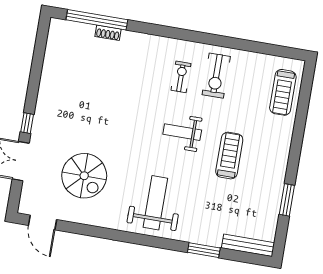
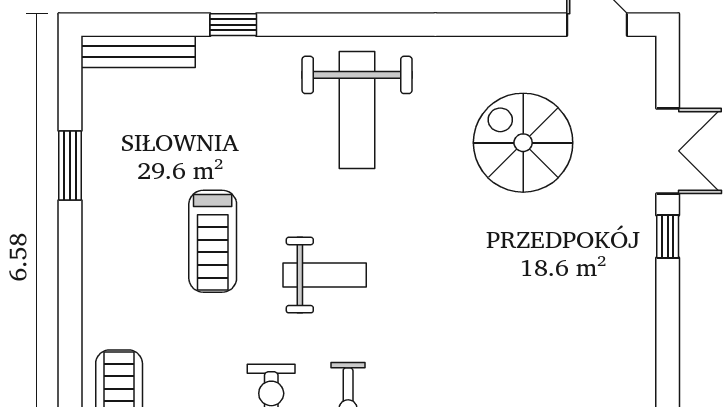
window: (204, 250) -> (233, 25), width x0.67

